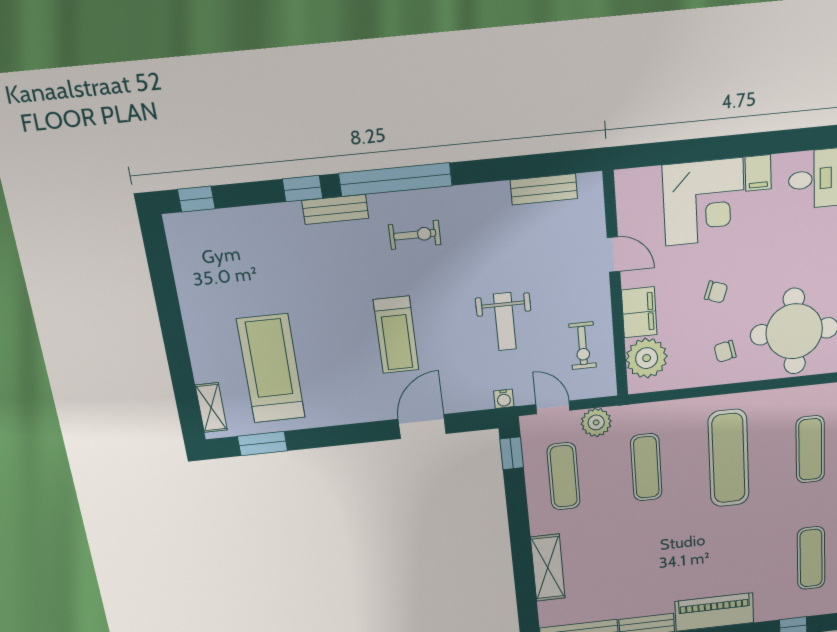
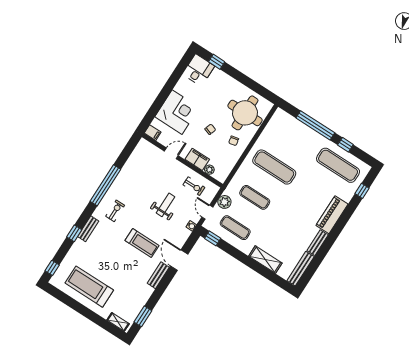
filing cabinet: (758, 173) -> (153, 133), moved
window: (396, 180) -> (105, 185), moved
bench: (544, 189) -> (158, 275), moved
weight bench: (505, 322) -> (166, 205), turned -90
plant: (647, 358) -> (209, 170), width x0.53, depth x0.53
treadmill: (271, 369) -> (89, 287), moved
door: (553, 407) -> (207, 212), hinge flipped
exercise mat: (810, 449) -> (294, 137), removed
exercise mat: (811, 558) -> (338, 165), width x1.36, depth x1.45

